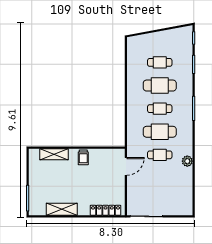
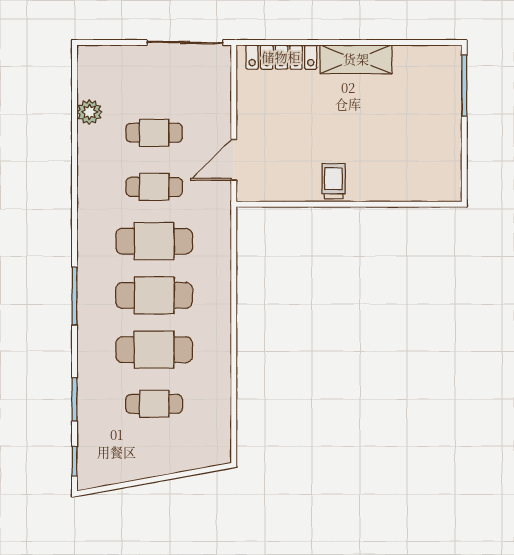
cafe table: (160, 109) -> (154, 295), width x1.37, depth x1.35
shelving: (54, 154) -> (402, 188), removed
plant: (187, 161) -> (90, 112), moved
cafe table: (160, 178) -> (154, 133), added
shelving: (62, 209) -> (356, 59), moved

